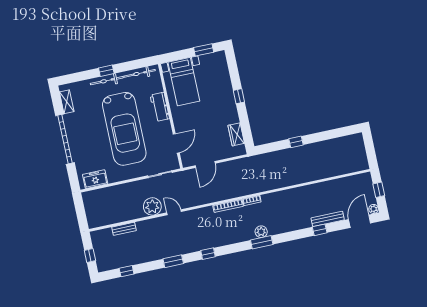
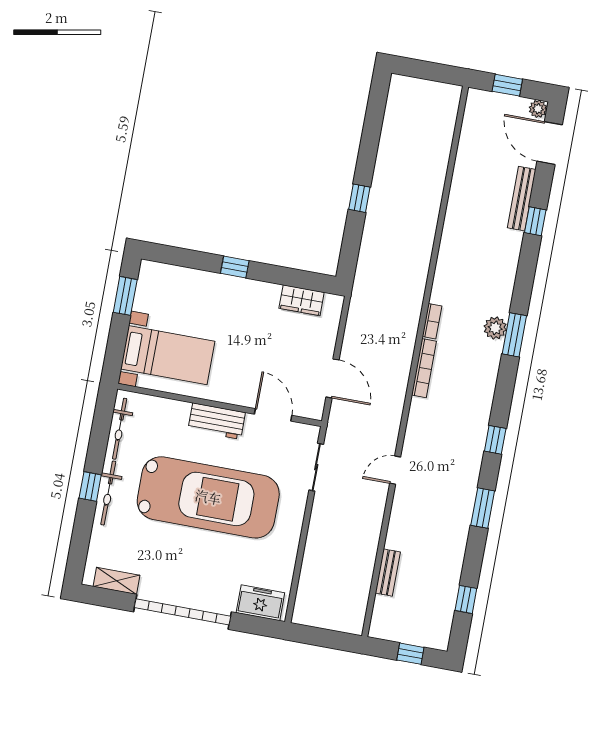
workbench: (160, 107) -> (217, 421), moved
freezer: (95, 179) -> (260, 603), moved, turned 90
plant: (152, 206) -> (369, 505), removed

